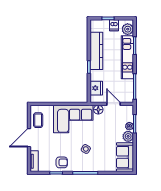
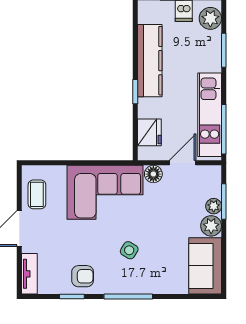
kitchen unit: (127, 57) -> (210, 115), moved
door: (113, 104) -> (183, 163), hinge flipped

